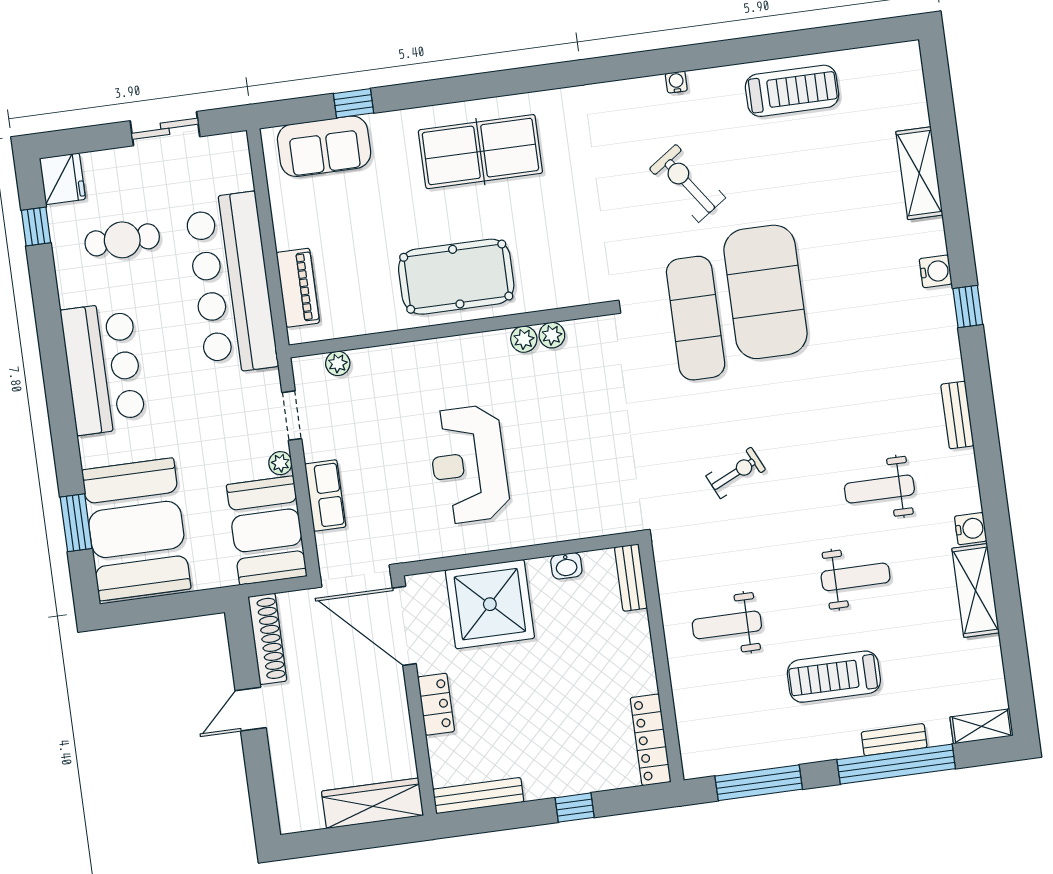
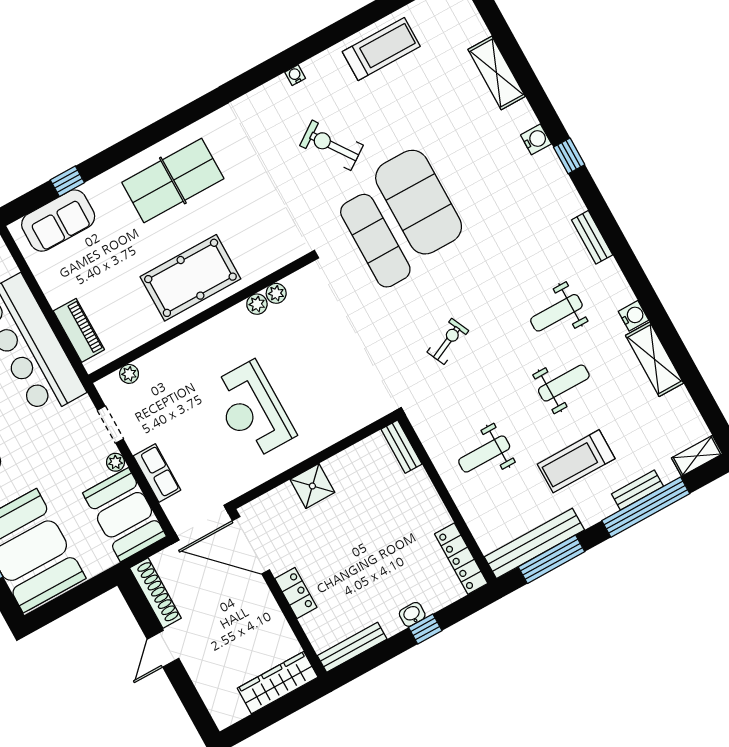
washbasin: (566, 566) -> (412, 614), moved, turned 180
shower: (490, 604) -> (312, 486), width x0.54, depth x0.54
bench: (746, 756) -> (534, 543), added

